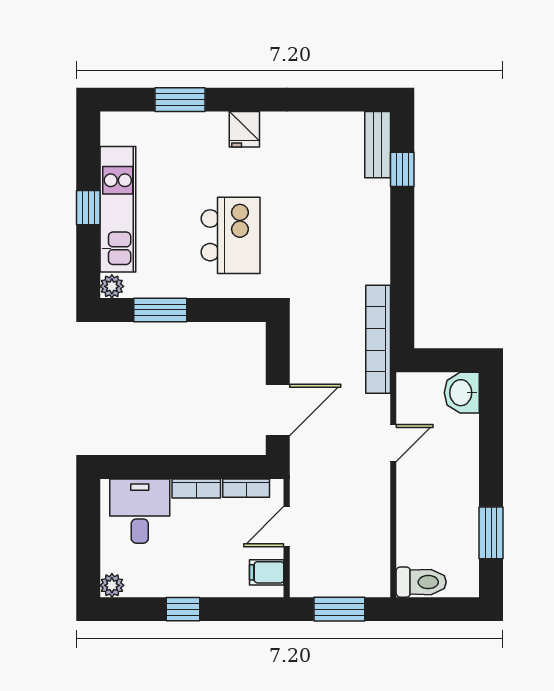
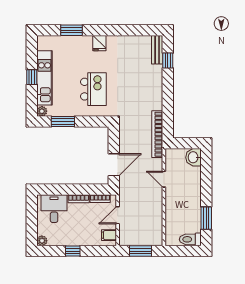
door: (393, 443) -> (164, 179), swing flipped
toilet: (421, 582) -> (190, 239), moved, turned 180

